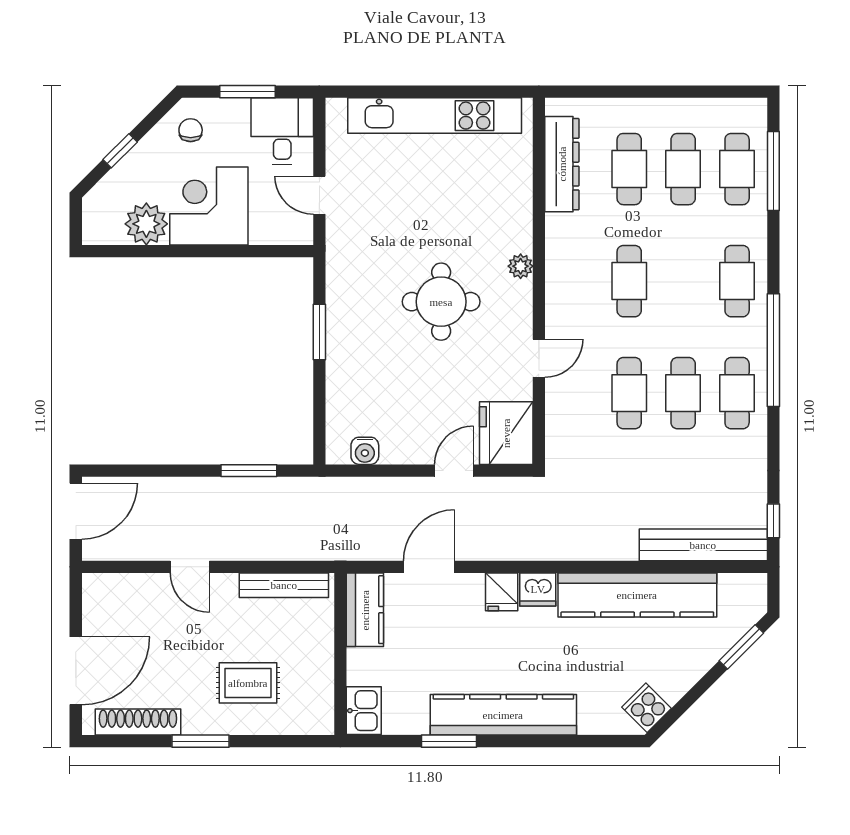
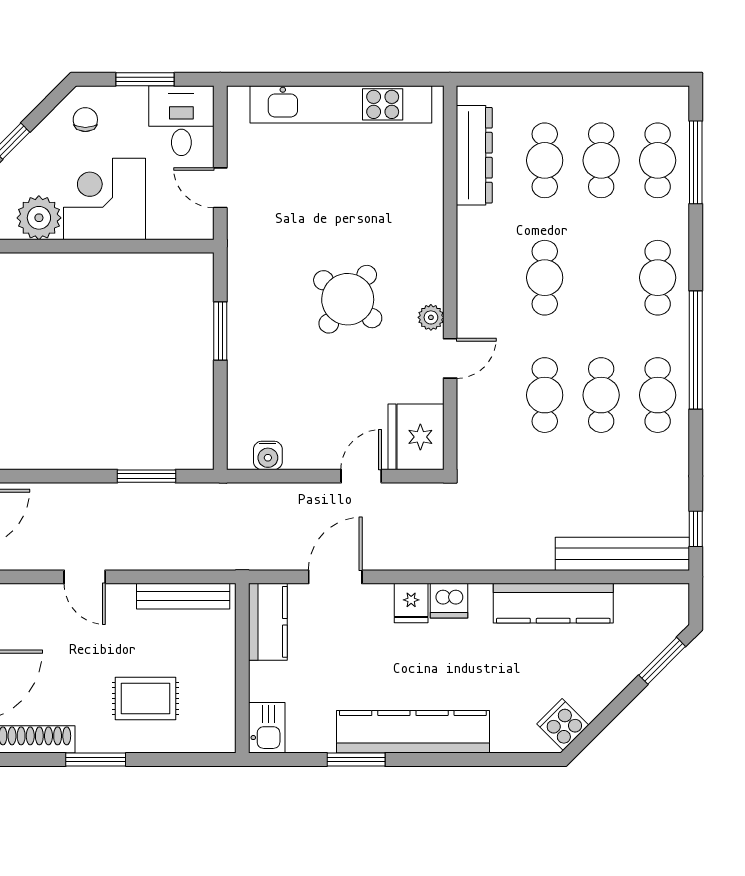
plant: (521, 266) -> (431, 317), moved
round table: (441, 302) -> (348, 299), turned 38
kitchen counter: (637, 595) -> (553, 603), width x0.72, depth x0.86

